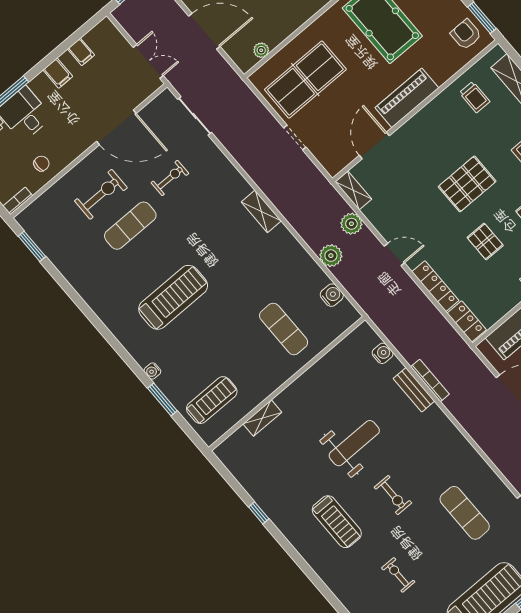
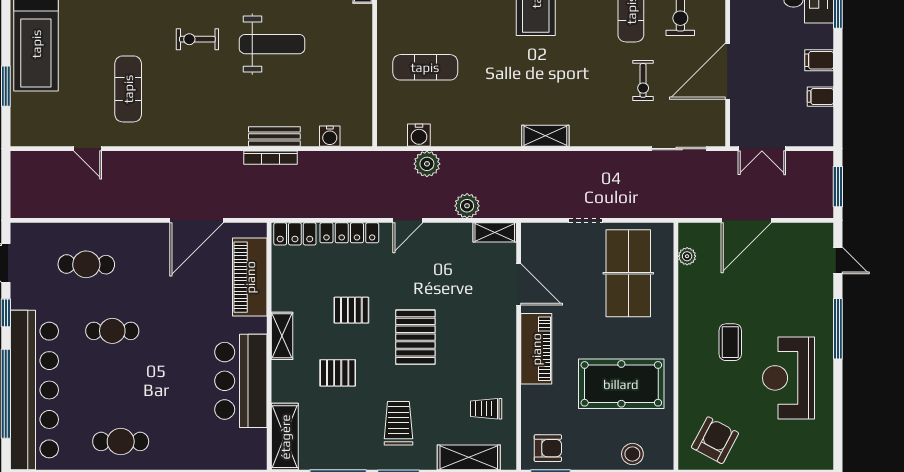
plant: (331, 256) -> (427, 164), moved
weight bench: (354, 443) -> (272, 44), turned -90
exercise mat: (465, 513) -> (128, 89), turned 90

